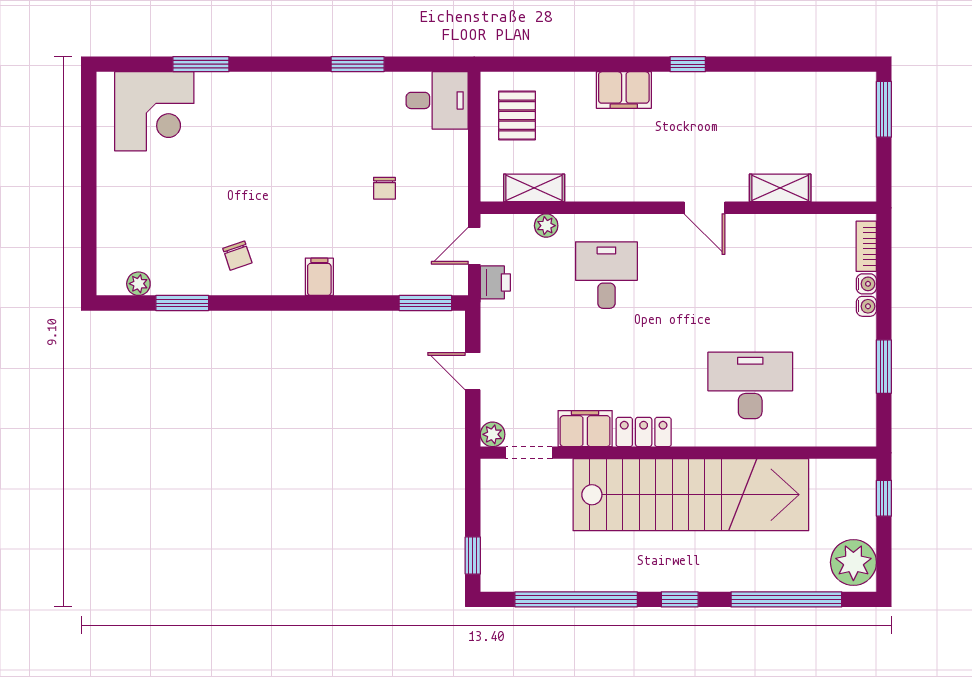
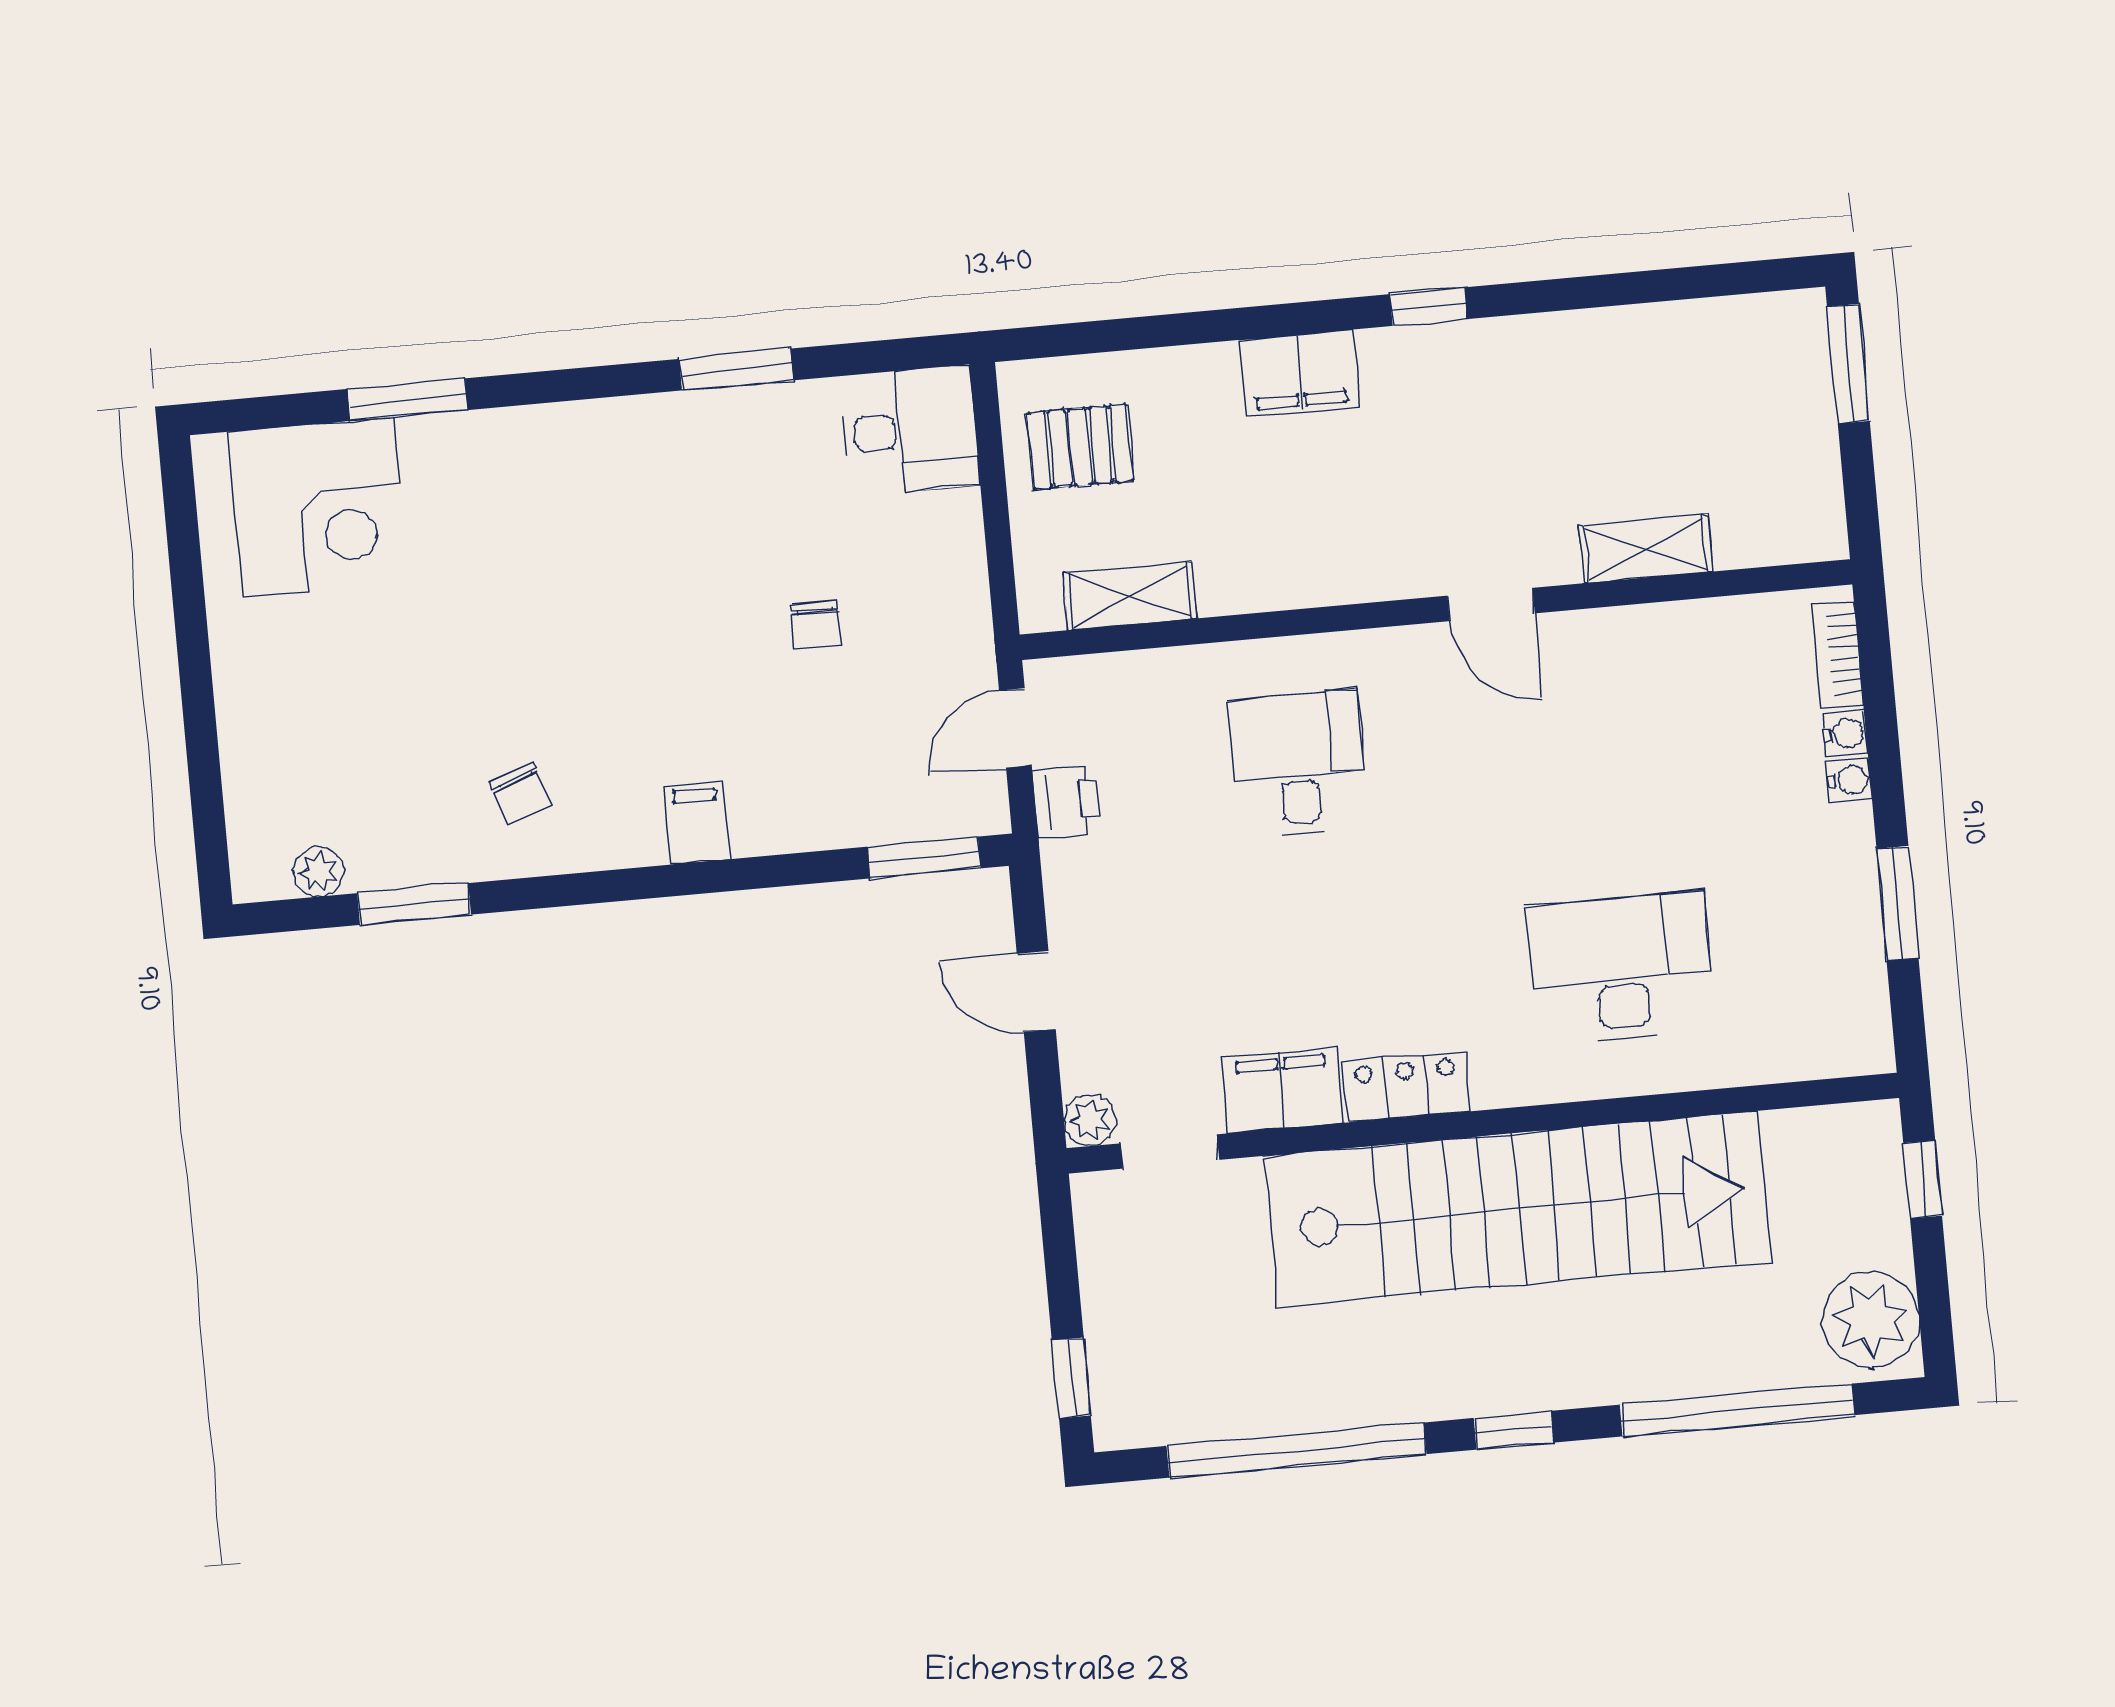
pallet: (517, 115) -> (1080, 447), turned 90
plant: (546, 226) -> (1162, 672), removed

